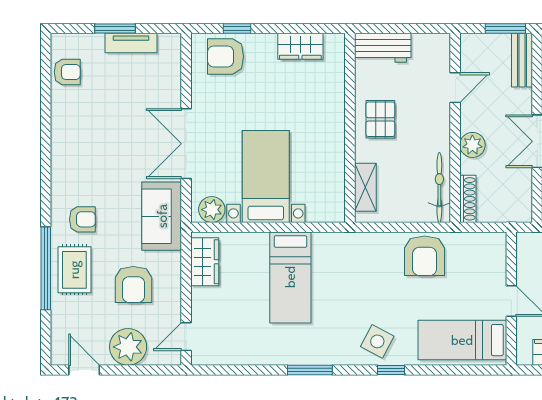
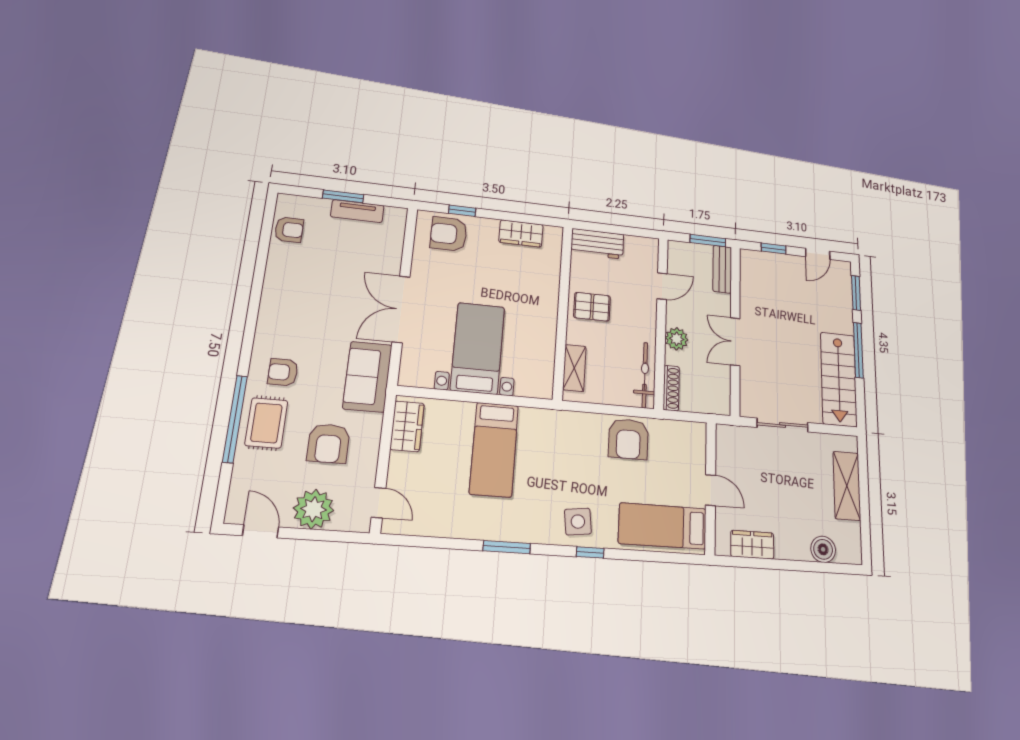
pallet: (380, 119) -> (592, 307), turned 90
plant: (212, 210) -> (420, 375), removed
armchair: (82, 219) -> (283, 372), turned 180
door: (186, 337) -> (379, 503), swing flipped
side table: (377, 341) -> (578, 522), turned -35

